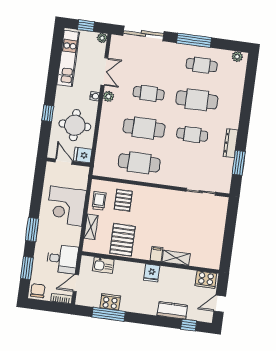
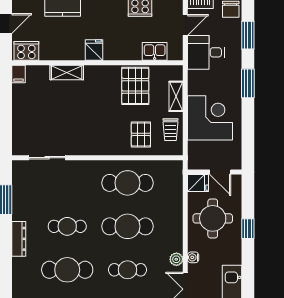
dresser: (231, 143) -> (19, 239), moved
filing cabinet: (156, 254) -> (18, 74), moved

